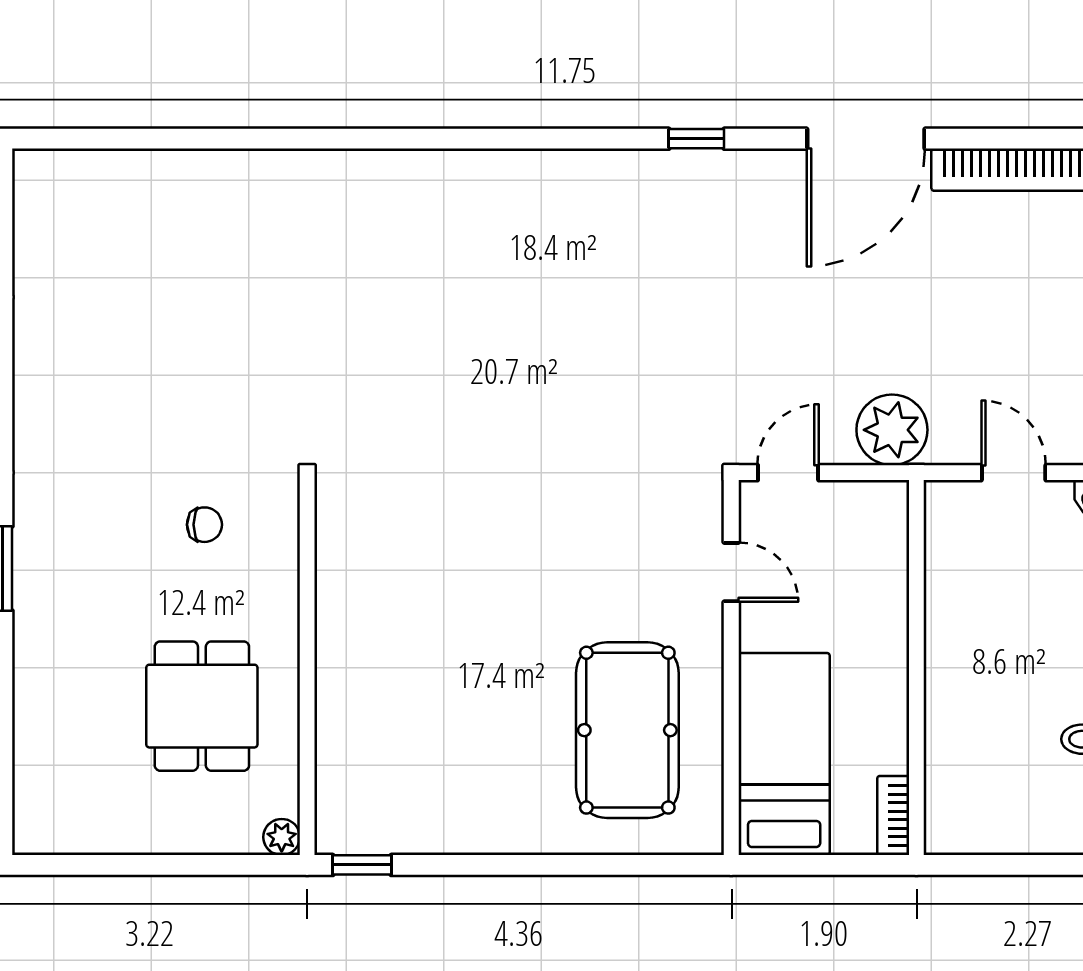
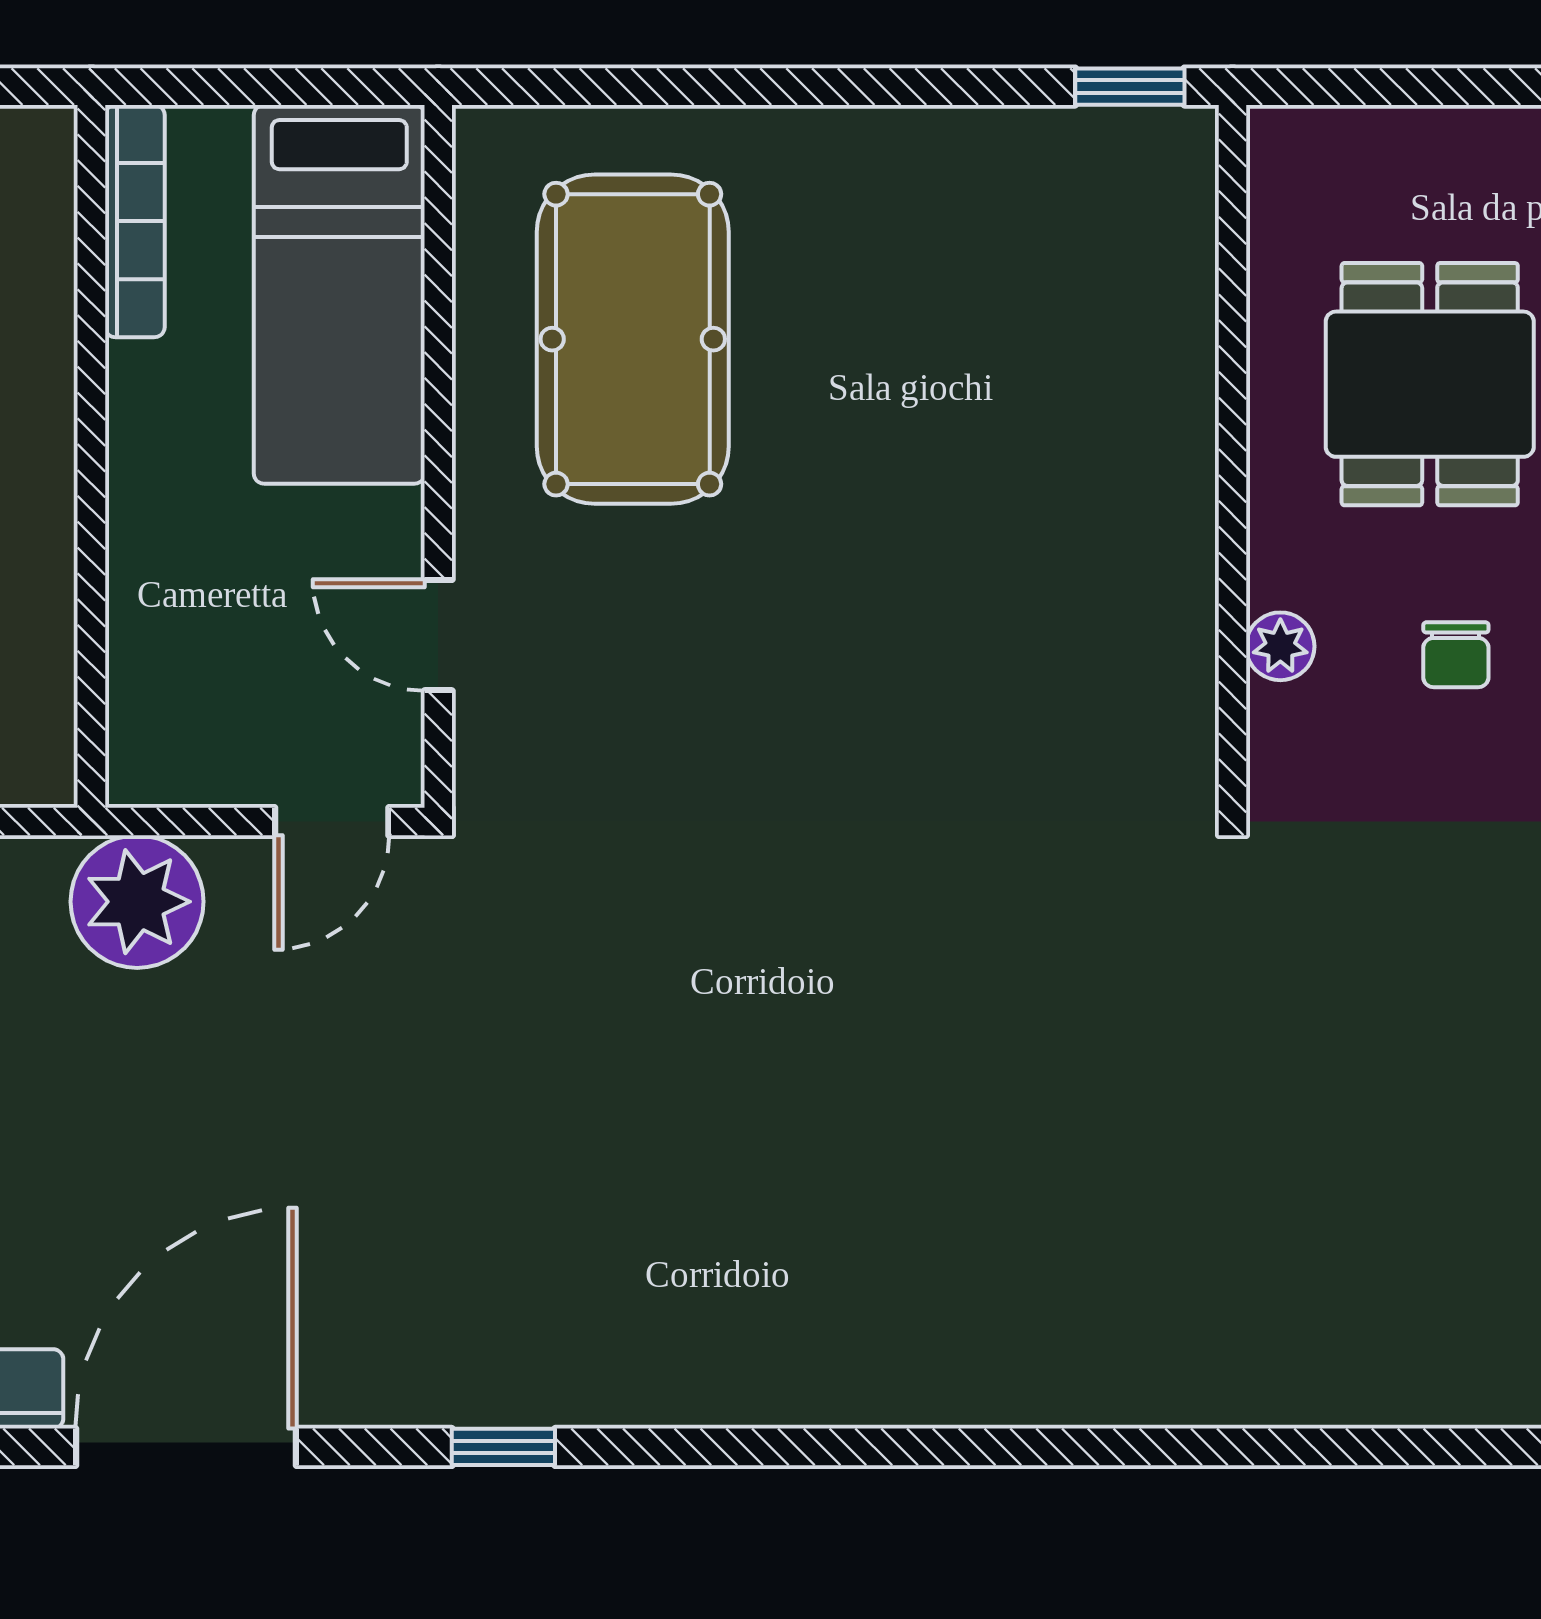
chair: (204, 525) -> (1456, 655), moved, turned -90
bookcase: (893, 816) -> (135, 221), width x1.56
plant: (282, 837) -> (1280, 646), moved

